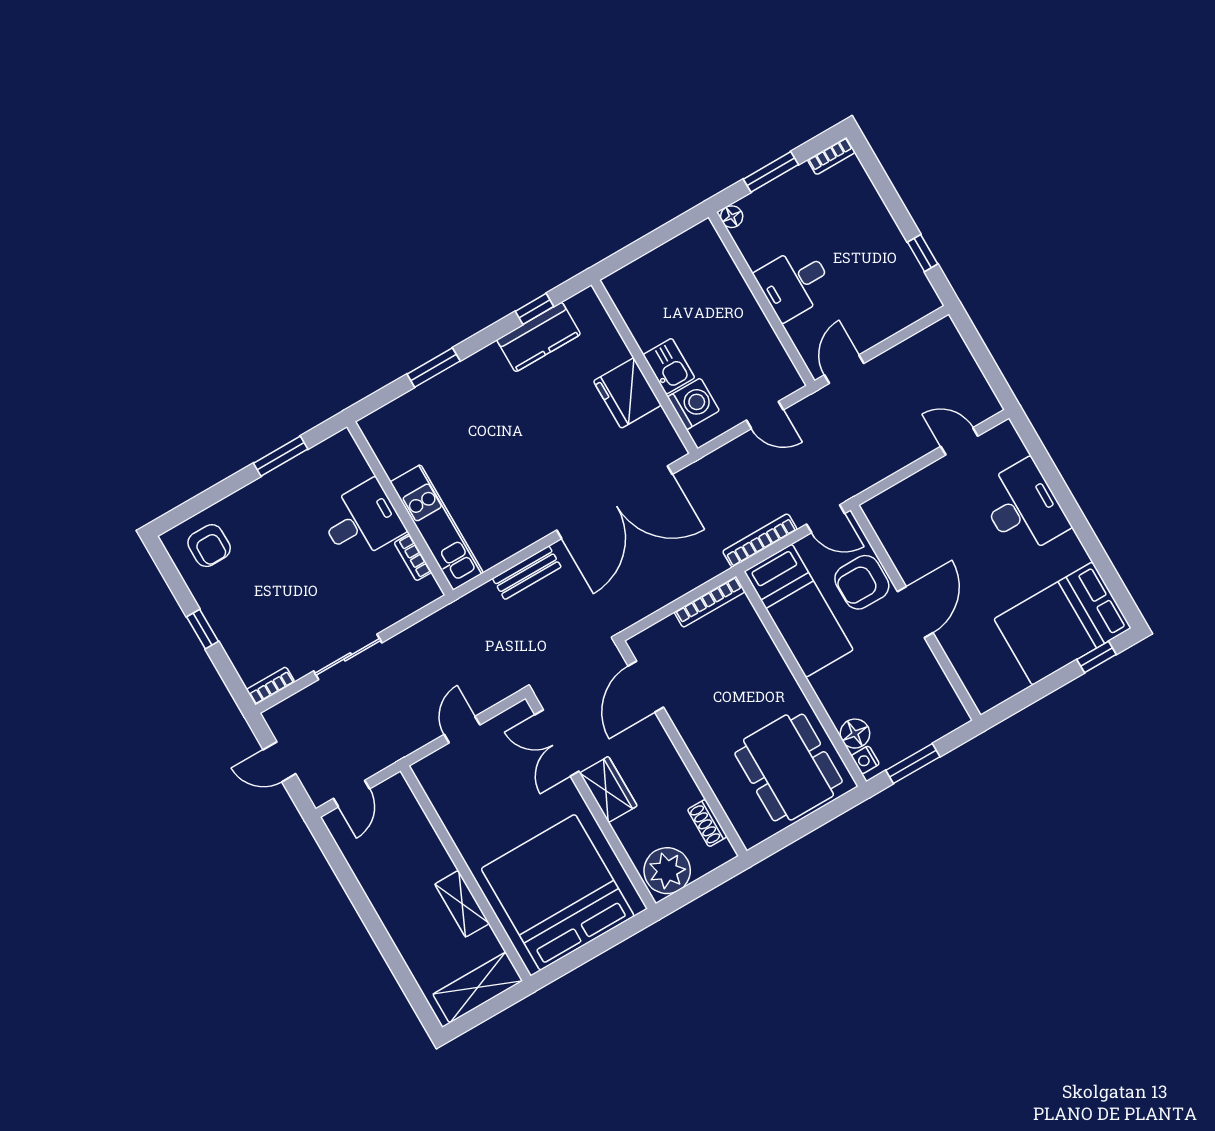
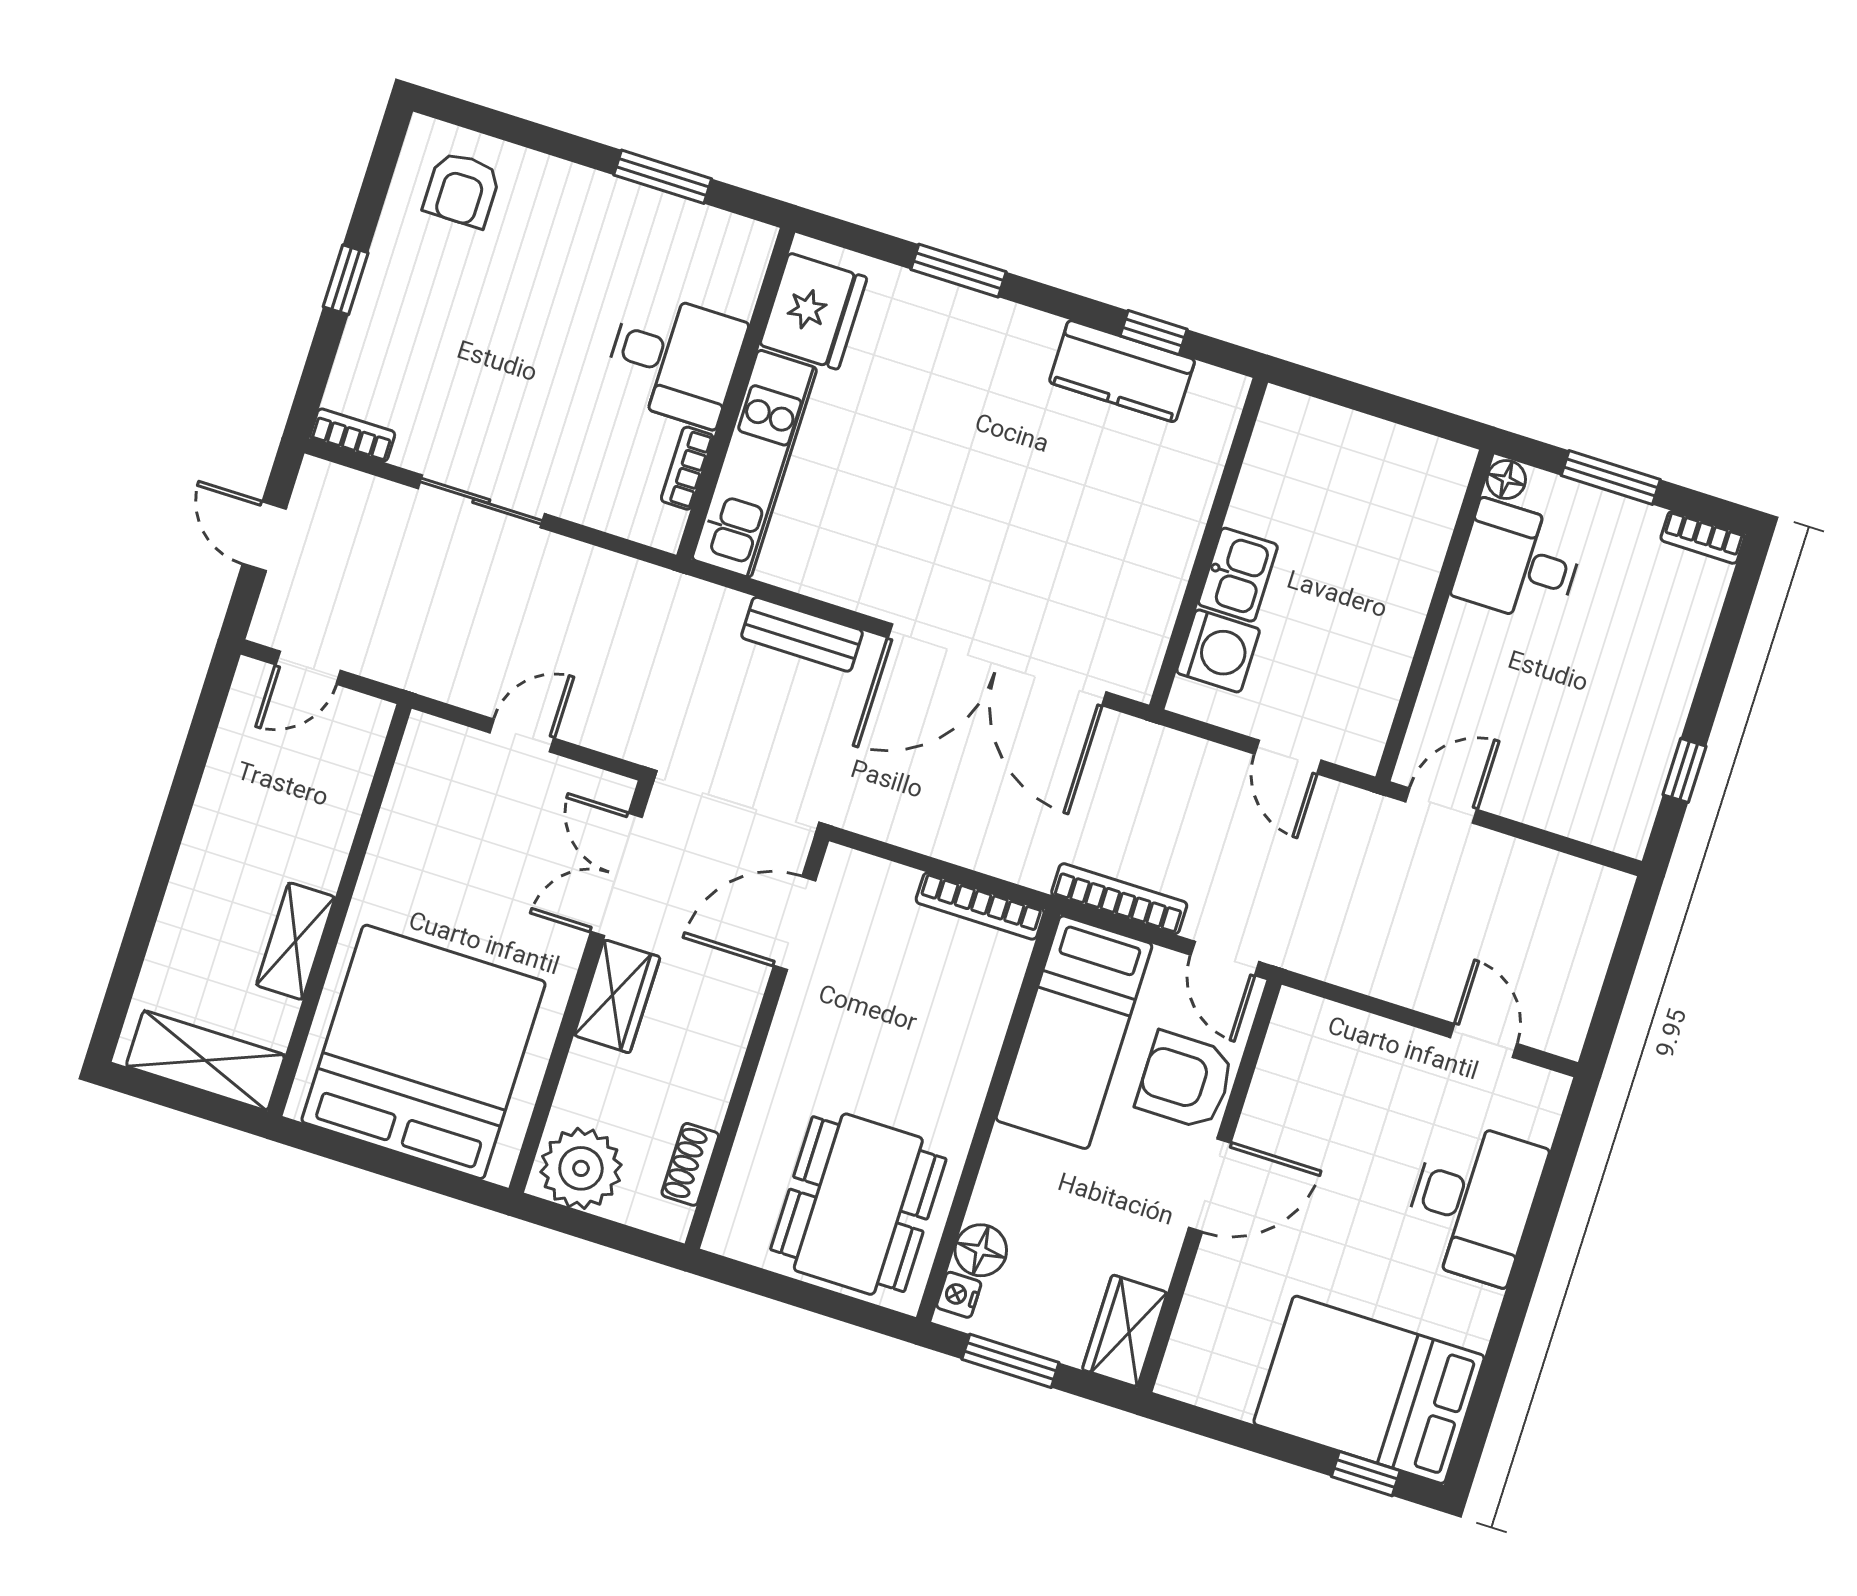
desk: (794, 283) -> (1519, 563), moved
fridge: (627, 393) -> (813, 311), moved, turned 180
wardrobe: (944, 704) -> (1125, 1331), added

